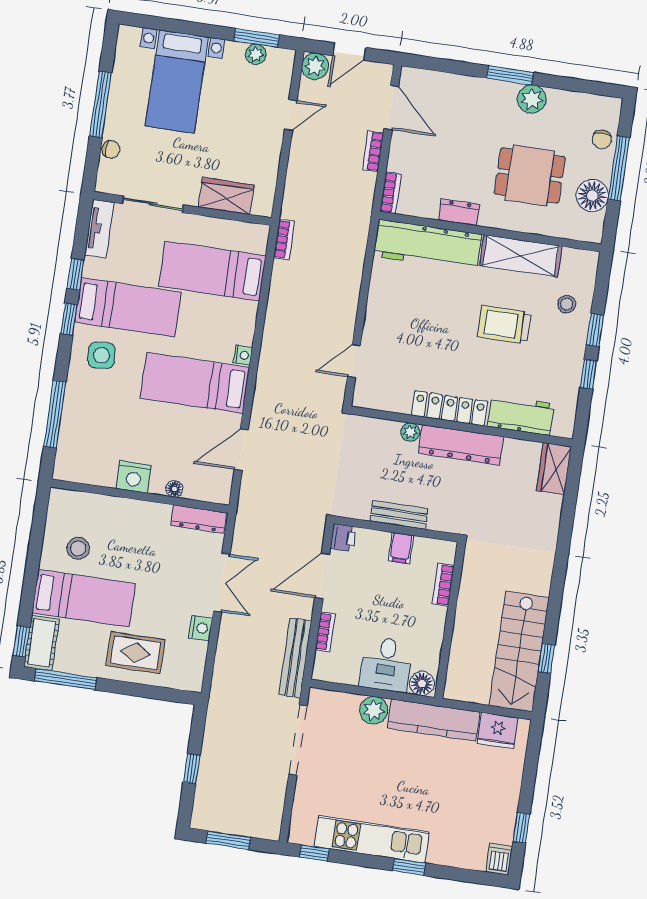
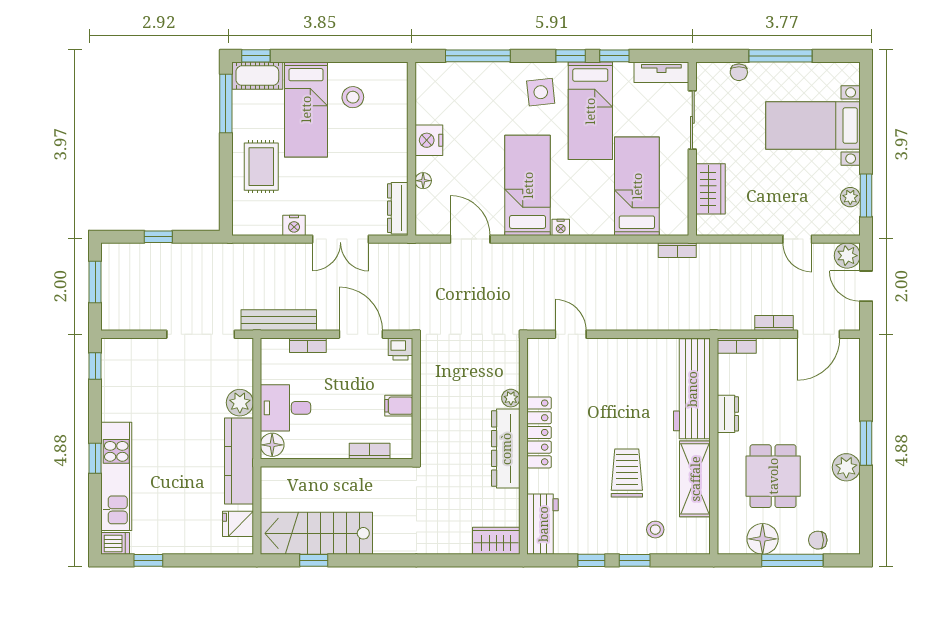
workbench: (521, 415) -> (543, 524), moved
bench: (399, 515) -> (430, 399), removed
fridge: (498, 730) -> (238, 524), width x0.72
kitchen unit: (372, 839) -> (116, 476), moved

